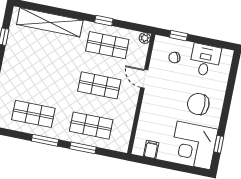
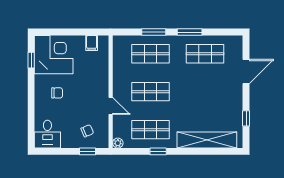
desk: (205, 60) -> (47, 134), moved
chair: (198, 104) -> (57, 93), width x0.54, depth x0.54

